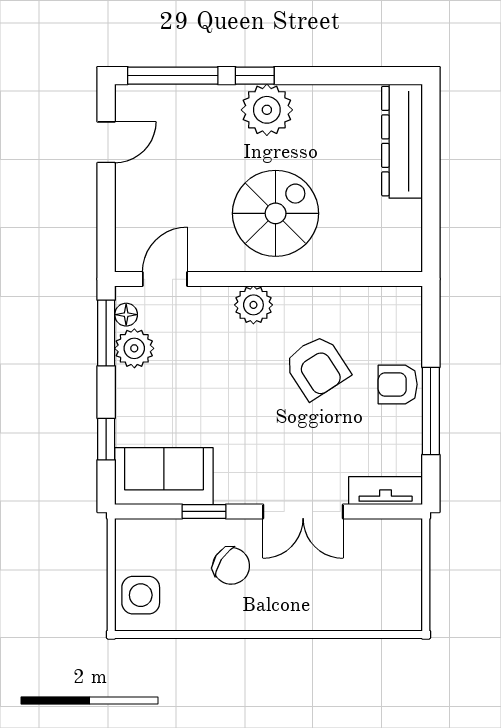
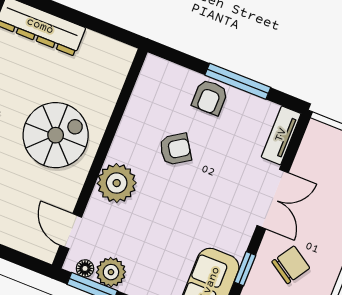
spiral stairs: (276, 213) -> (56, 135), turned 90
plant: (253, 305) -> (117, 183), width x1.36, depth x1.36
armchair: (317, 367) -> (175, 149), width x0.72, depth x0.72

